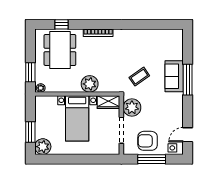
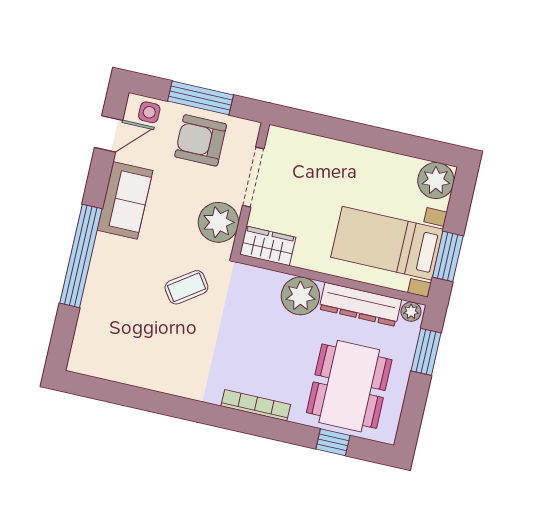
sofa: (174, 76) -> (125, 200), moved
window: (188, 80) -> (81, 256), width x1.46
dresser: (63, 86) -> (360, 304), added
bed with nightstands: (77, 118) -> (387, 243), moved, turned -90
window: (30, 132) -> (448, 256), moved
armchair: (148, 141) -> (201, 140), turned 180

